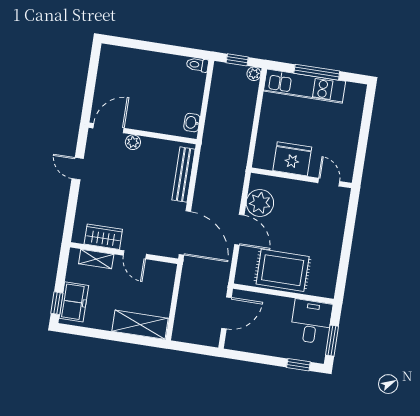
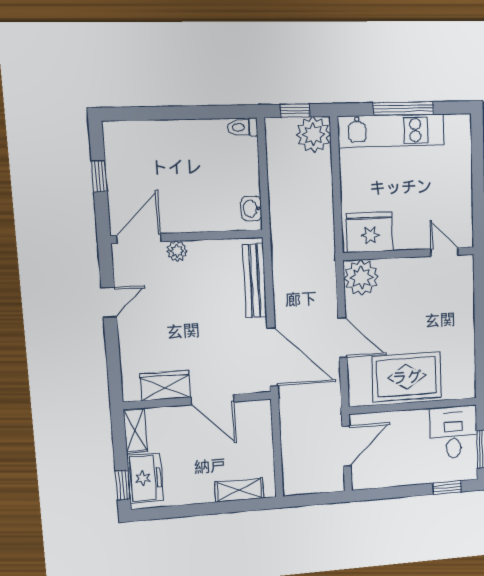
plant: (254, 74) -> (313, 135), width x1.87, depth x1.87
window: (91, 80) -> (99, 176), added
fridge: (292, 159) -> (370, 232), moved
door: (78, 169) -> (109, 302), swing flipped
plant: (260, 203) -> (361, 278), moved
door: (135, 255) -> (213, 400), width x1.38
shelving: (96, 259) -> (135, 431), moved, turned 90
shelving: (140, 325) -> (239, 490), width x0.67, depth x0.75

